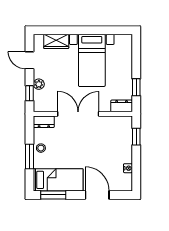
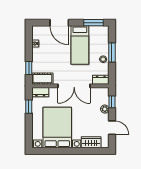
bed with nightstands: (92, 60) -> (57, 128), width x1.36
cot: (119, 123) -> (42, 79), added
bed: (58, 180) -> (80, 45), moved, turned -90

